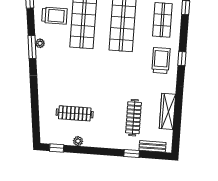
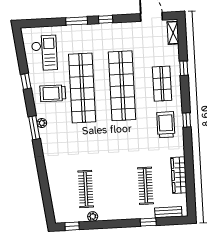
trolley: (54, 16) -> (53, 93), turned 180
clothes rail: (75, 113) -> (86, 189), turned 90

